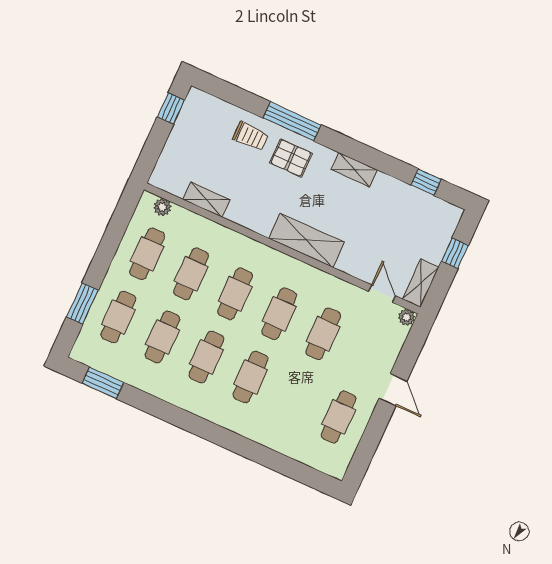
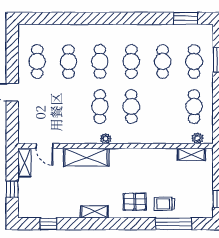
window: (292, 121) -> (173, 224), moved
shelving: (206, 200) -> (191, 154), moved
shelving: (306, 240) -> (86, 157), moved
cafe table: (191, 274) -> (163, 107), removed
plant: (407, 317) -> (106, 139), moved
cafe table: (323, 334) -> (69, 61), moved

